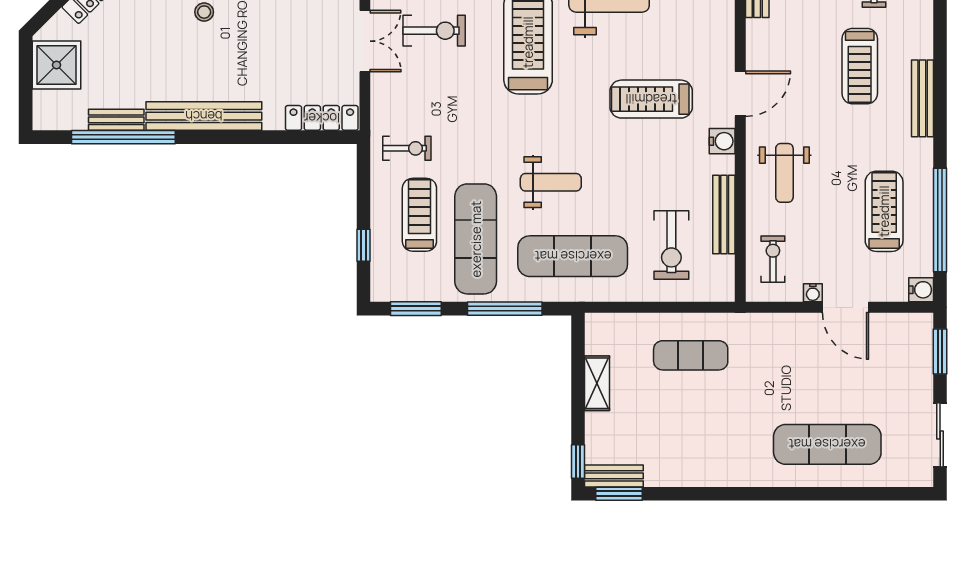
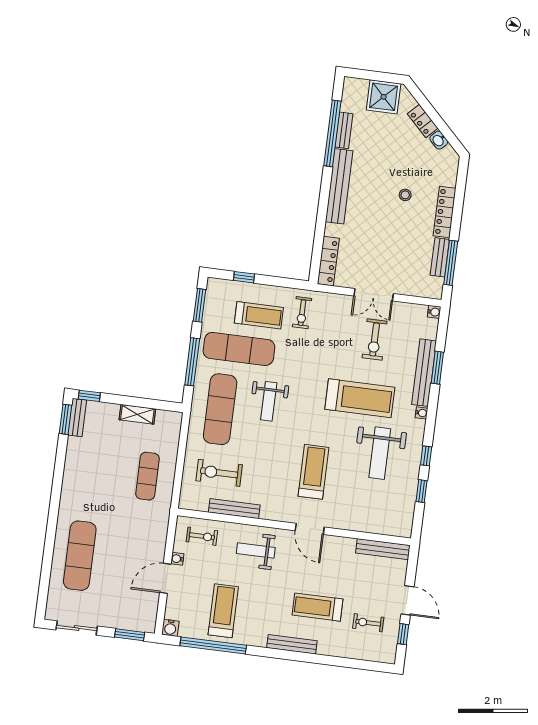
water cooler: (722, 141) -> (281, 513), removed
treadmill: (884, 211) -> (223, 611), turned -90

